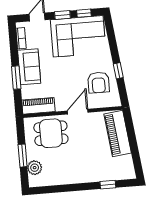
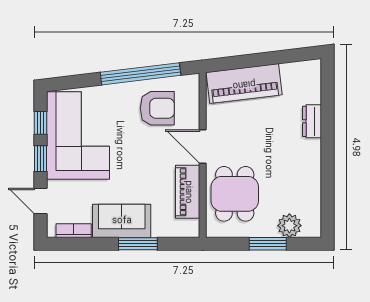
window: (118, 71) -> (140, 74), width x3.17
piano: (38, 106) -> (188, 192), moved
dresser: (98, 176) -> (312, 121), added
window: (108, 185) -> (328, 107), removed

